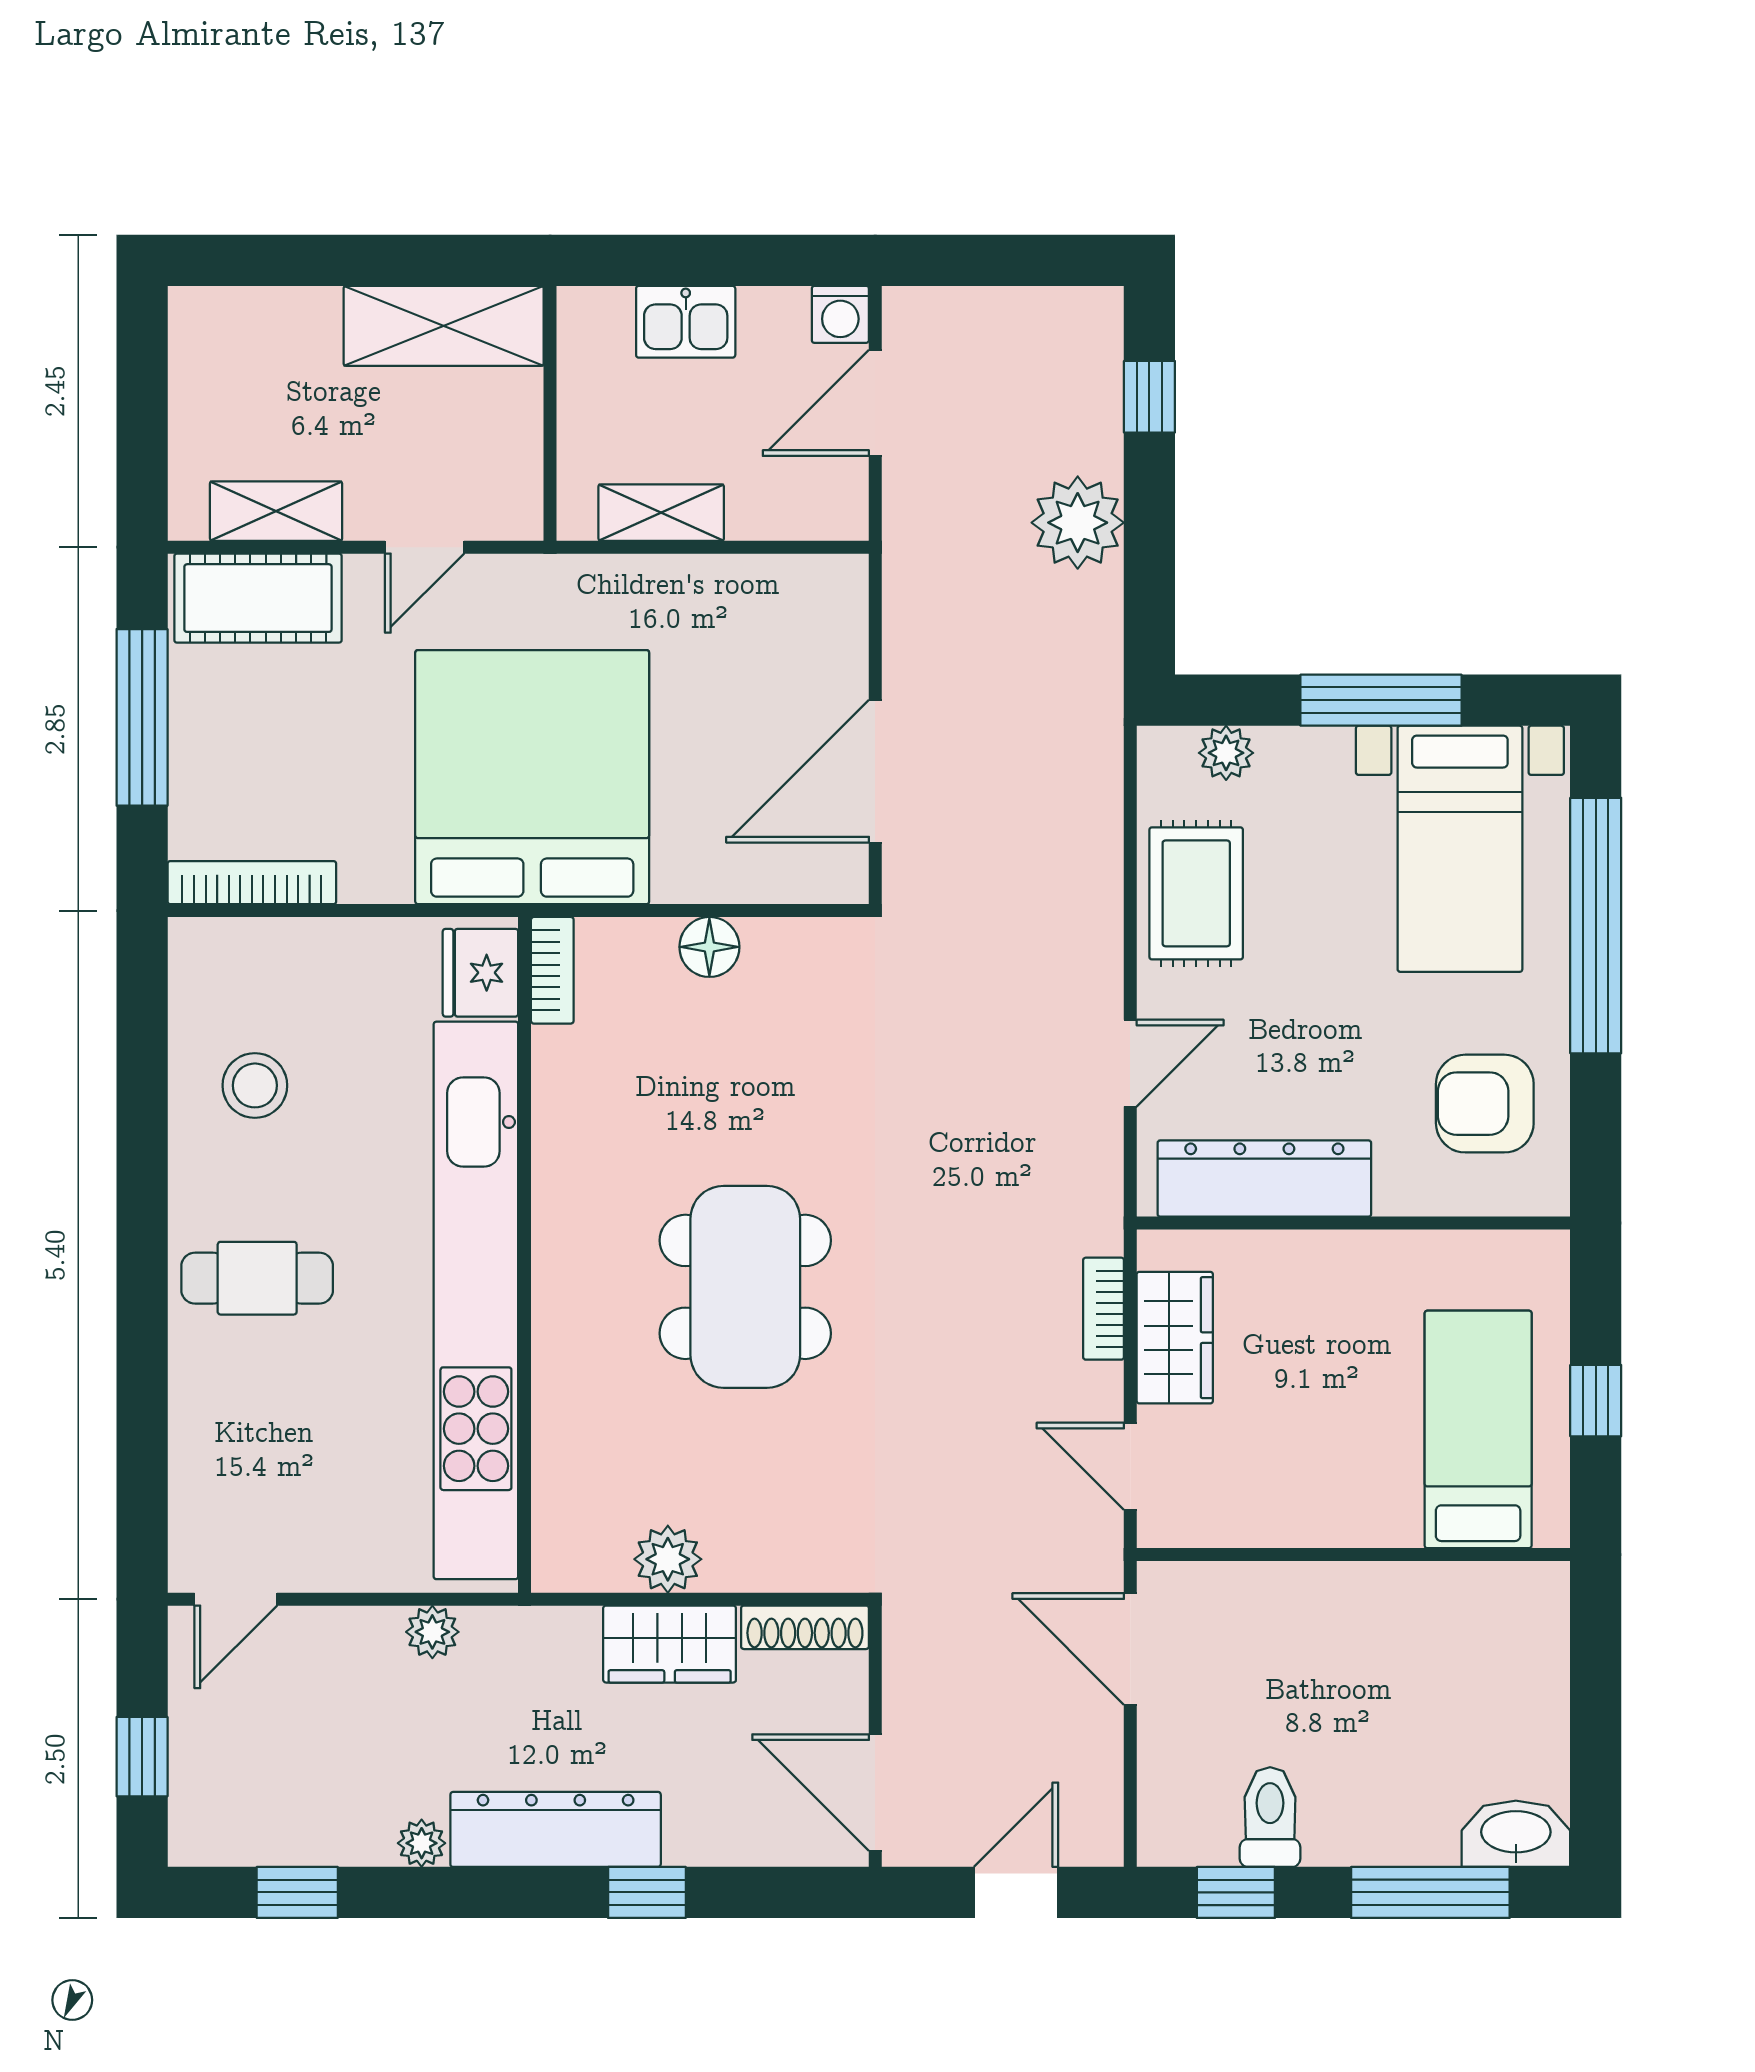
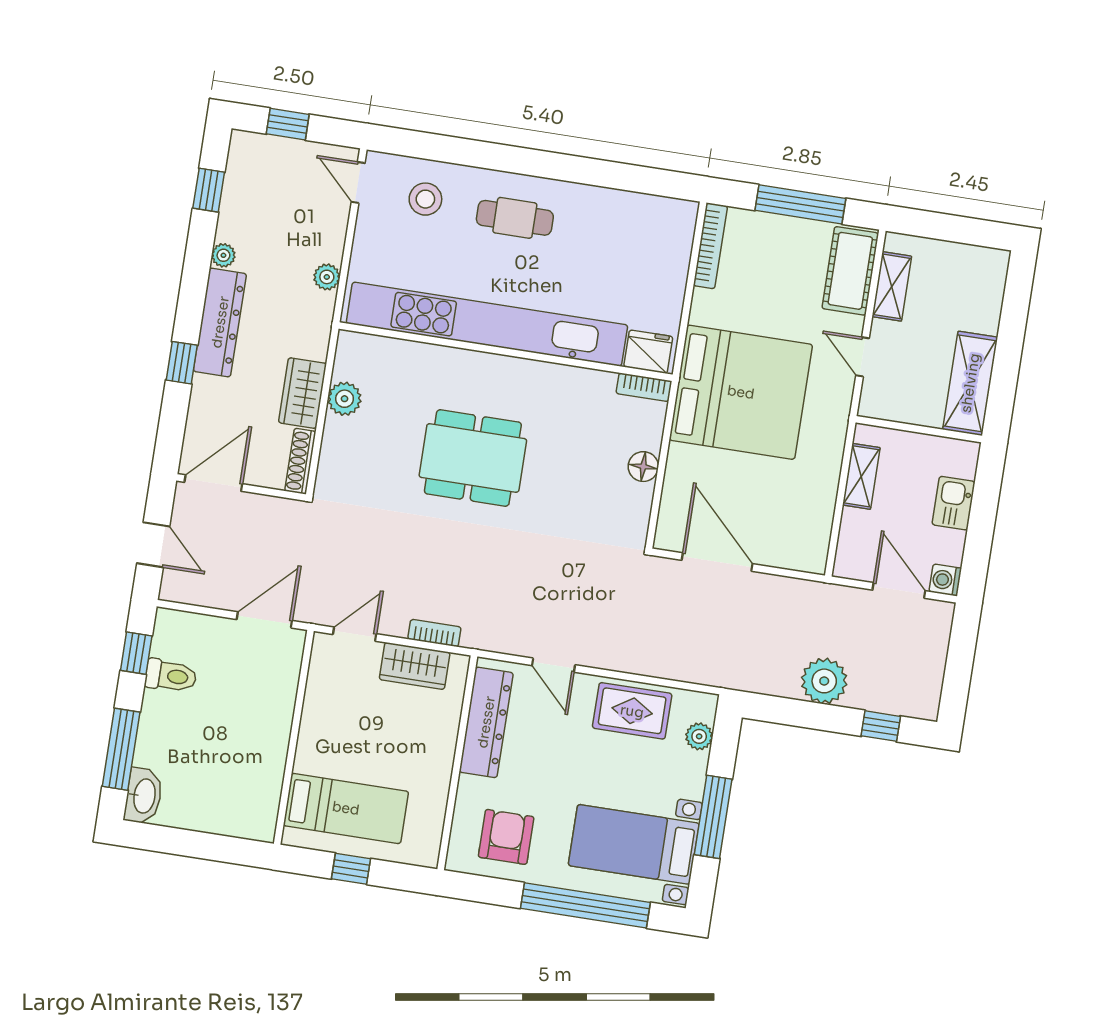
stool: (255, 1085) -> (425, 199), moved
cafe table: (257, 1278) -> (515, 218), turned 90

